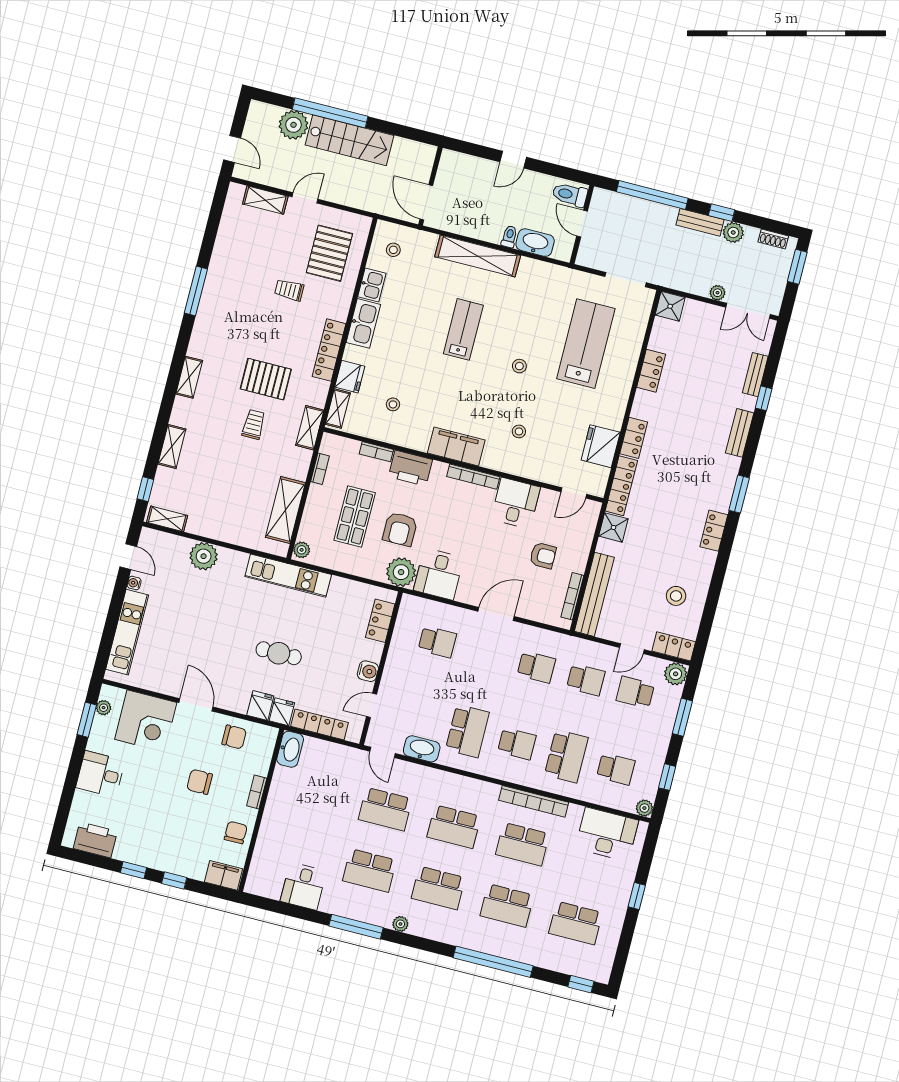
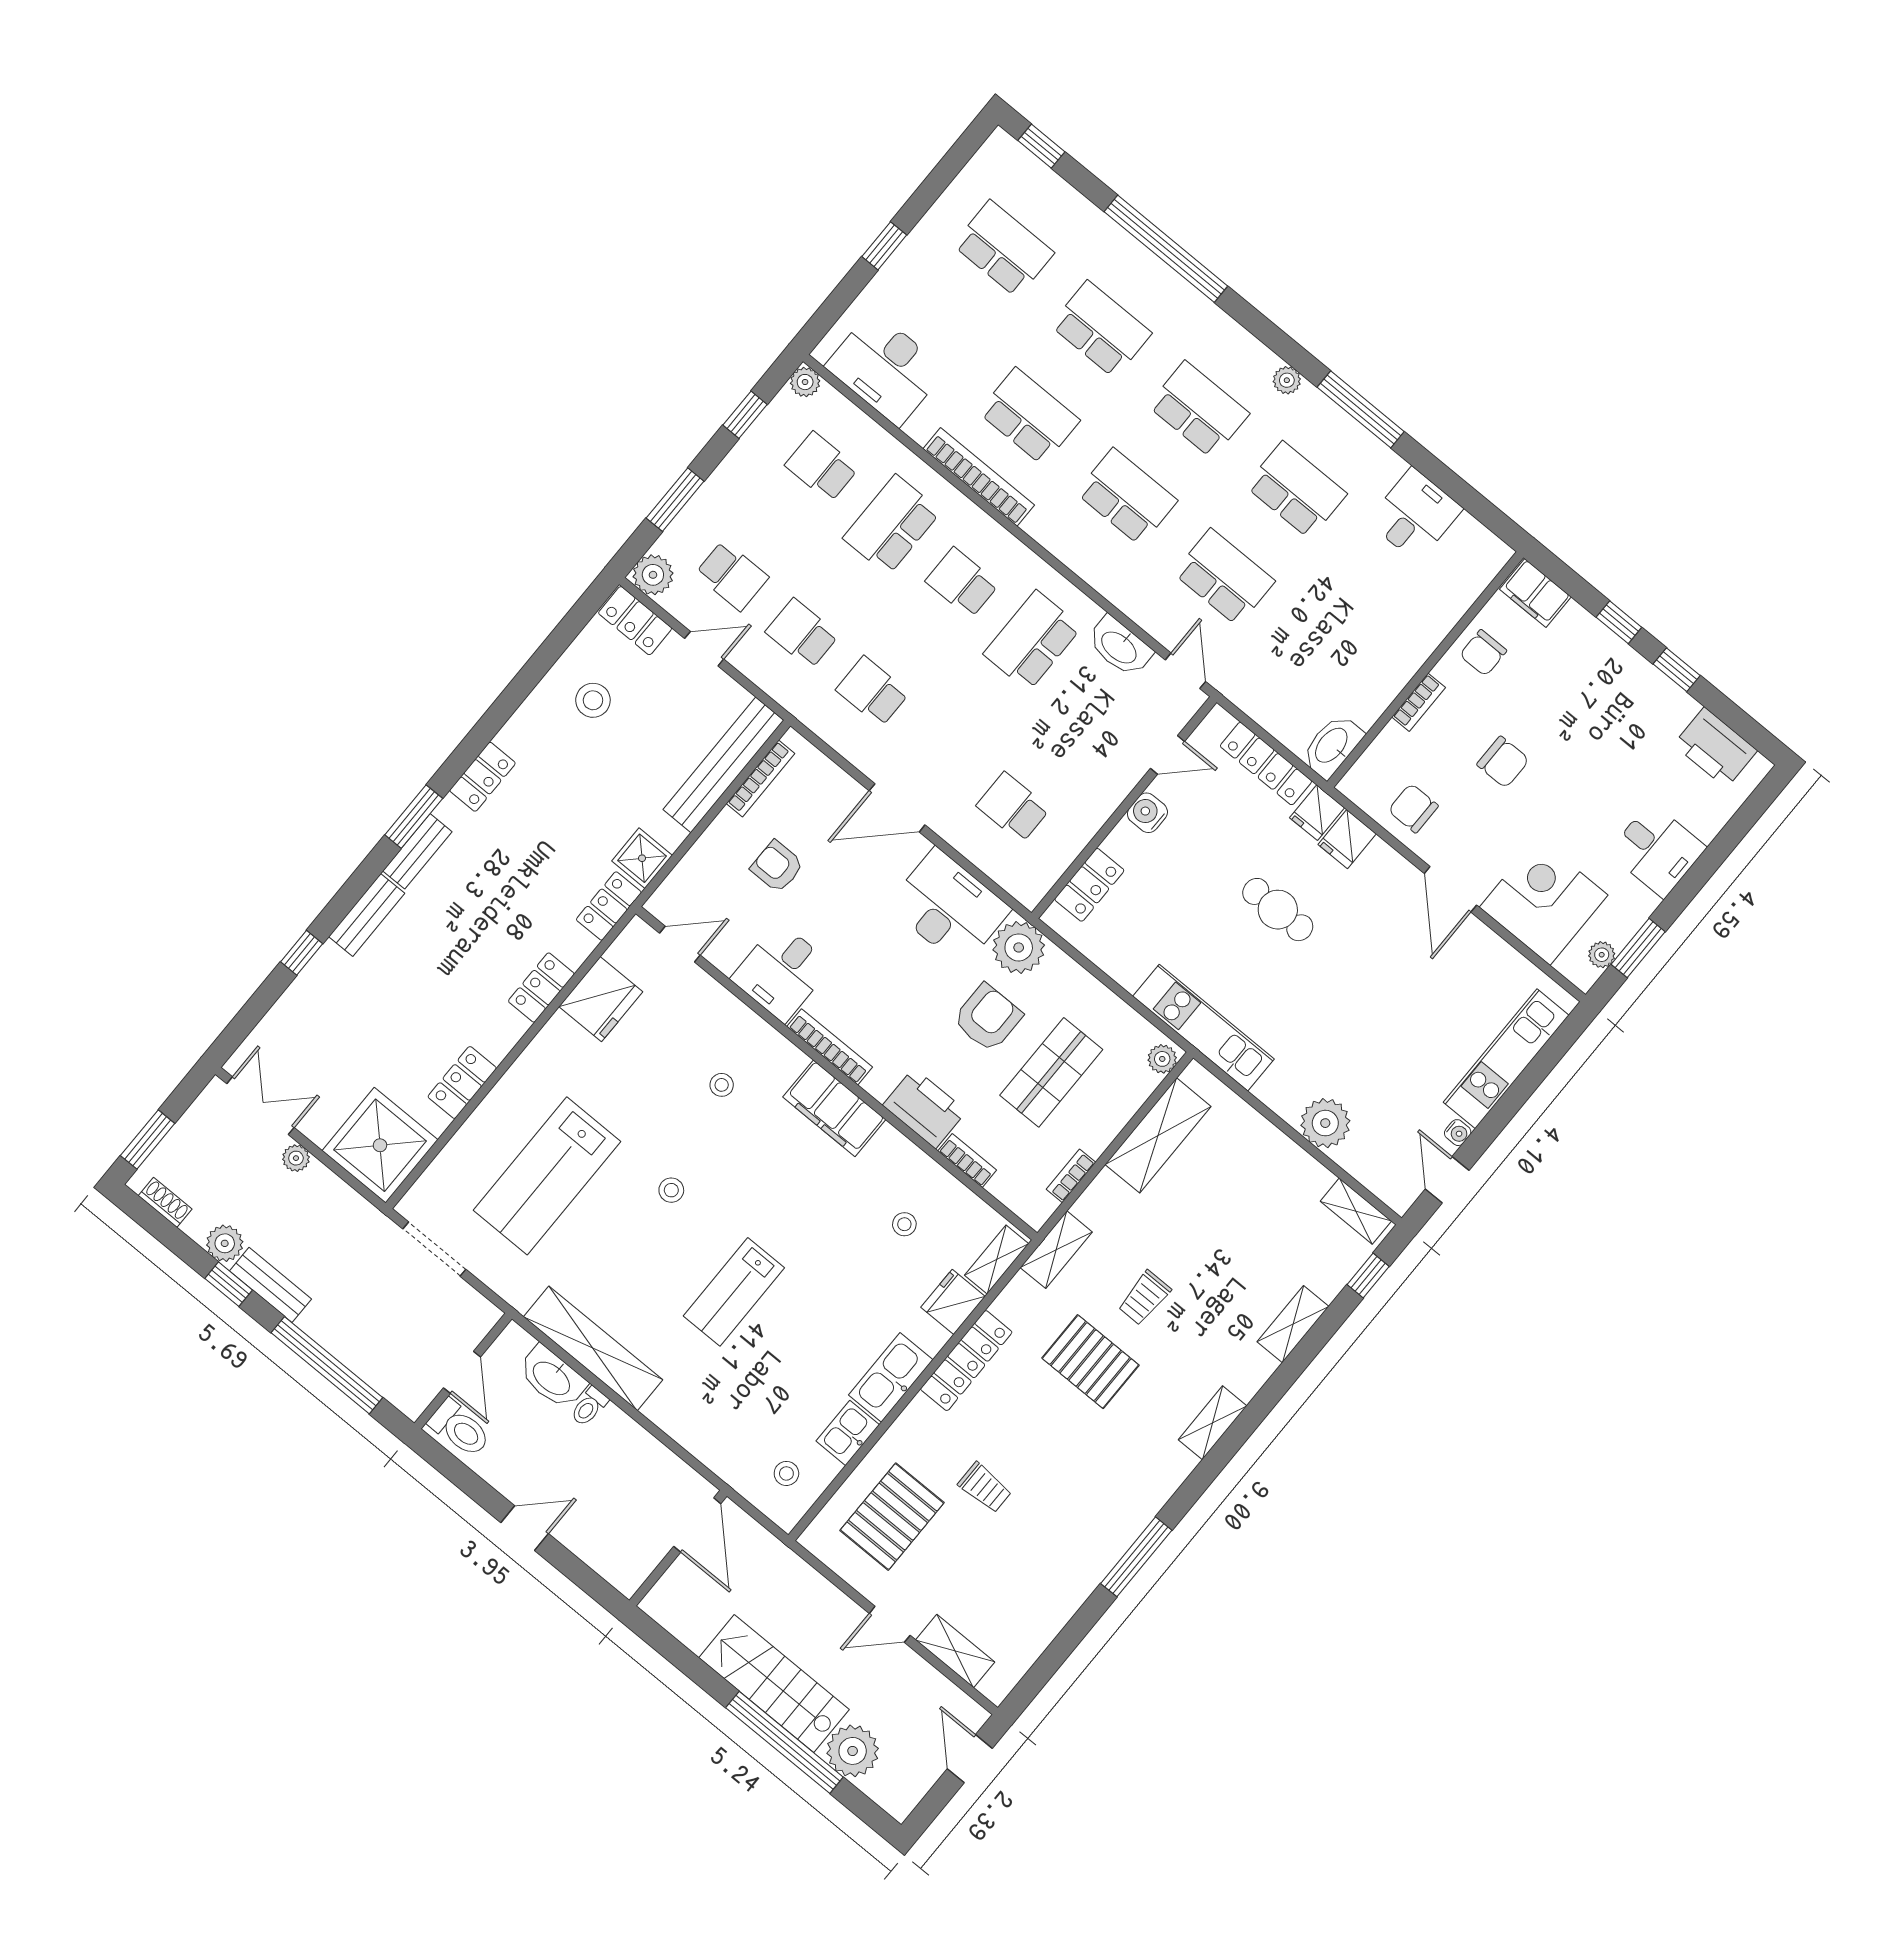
shelving: (478, 256) -> (593, 1348), moved
shower: (670, 306) -> (380, 1145), width x1.86, depth x1.86
bench: (755, 375) -> (417, 851), moved
locker: (621, 486) -> (609, 906), width x0.66
desk: (439, 574) -> (949, 907), width x1.37

